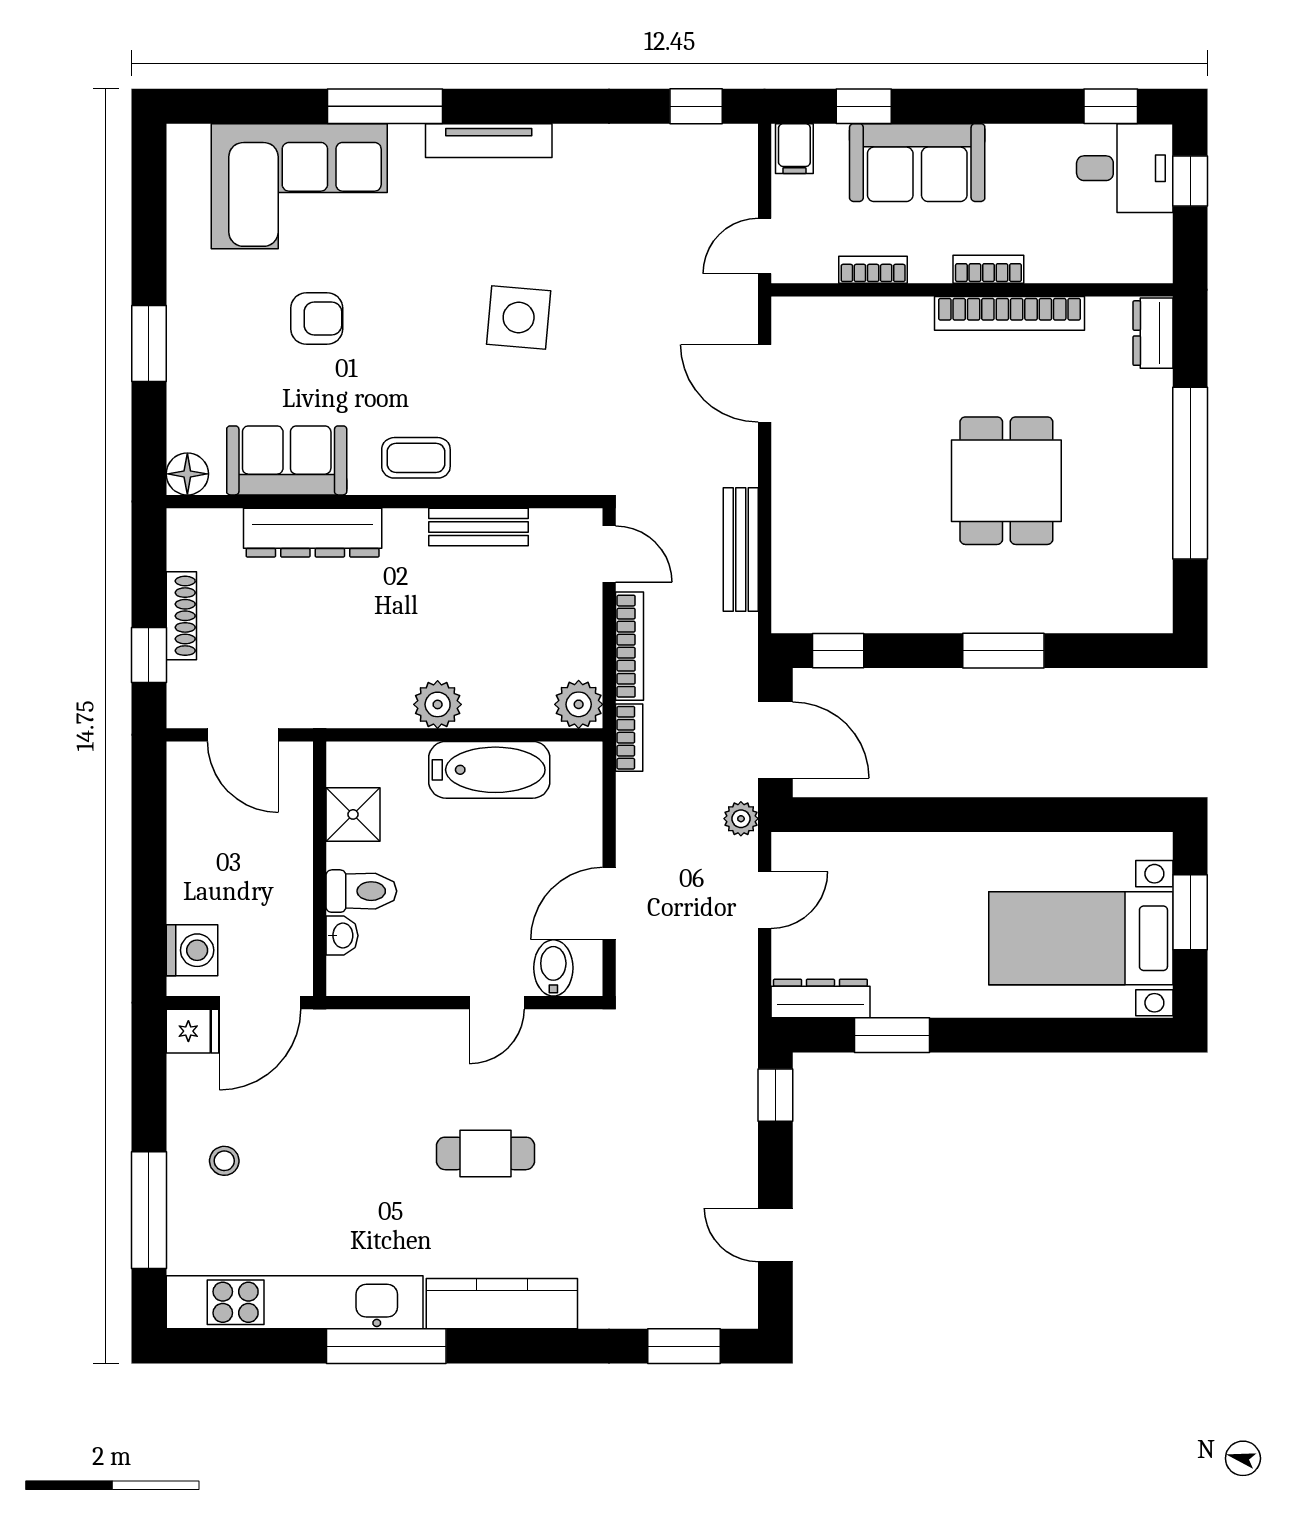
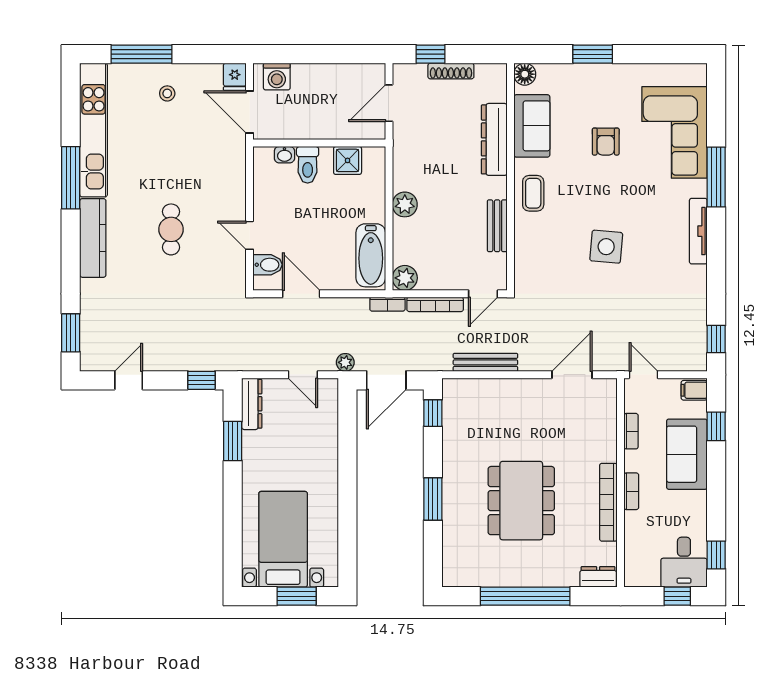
dining table: (1006, 481) -> (521, 501), width x1.38
bathtub: (489, 770) -> (371, 255), moved

